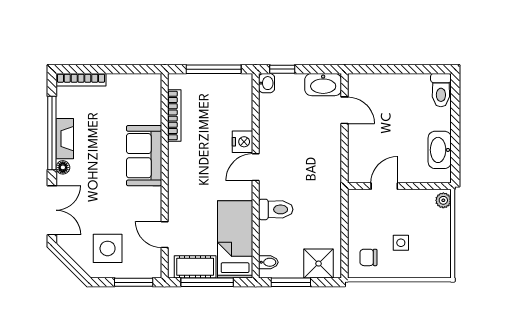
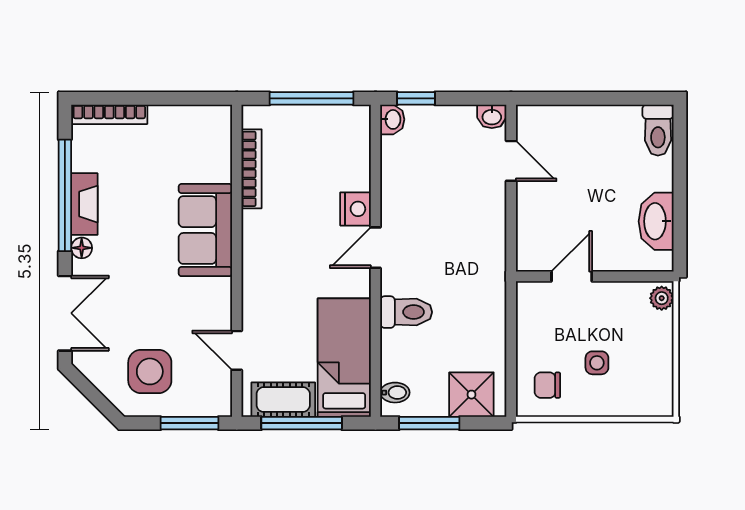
washbasin: (323, 85) -> (492, 116), width x0.52, depth x0.69

